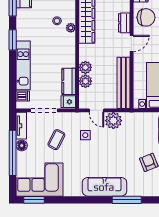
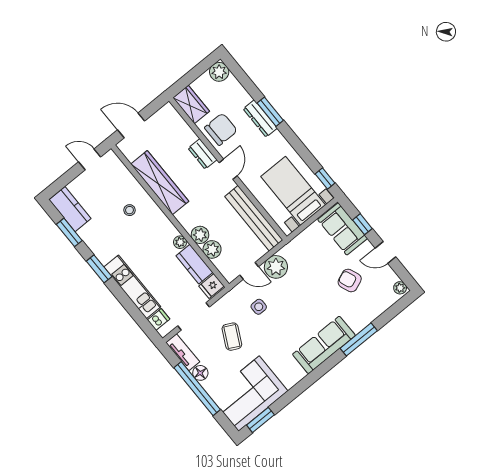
plant: (71, 28) -> (180, 242), moved

